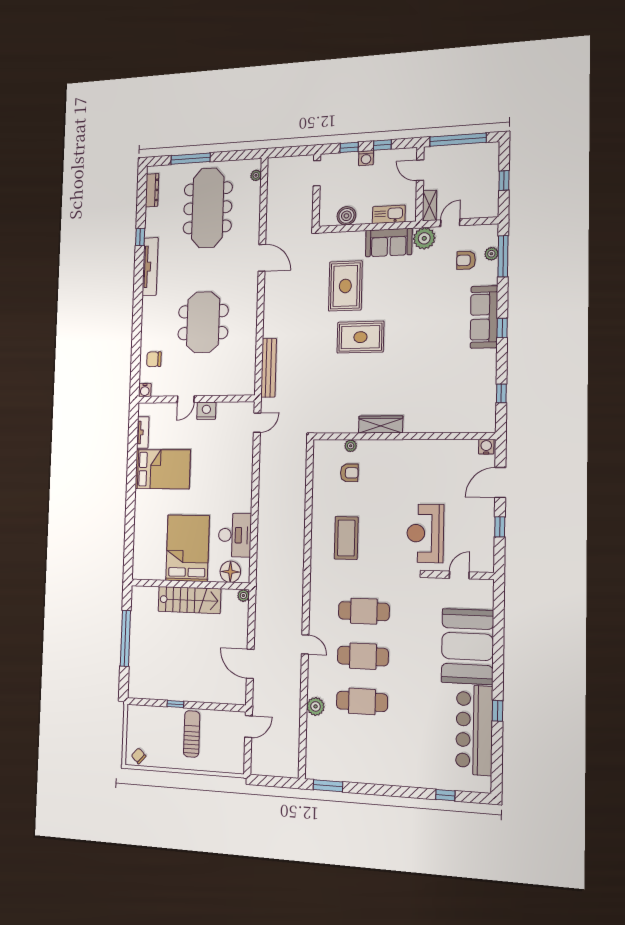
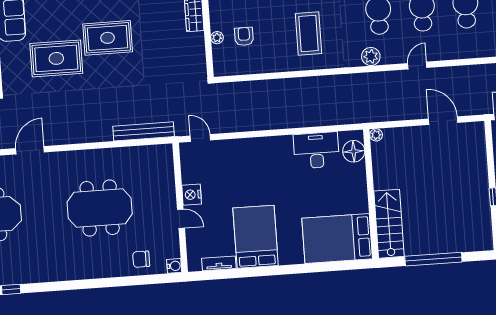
tv unit: (150, 267) -> (43, 274), removed
rug: (360, 337) -> (108, 38), turned 90
chair: (154, 359) -> (141, 259), turned 90
coffee table: (346, 538) -> (309, 33), turned 90
bed: (187, 548) -> (337, 238), moved
stairs: (189, 600) -> (389, 224), moved
door: (250, 664) -> (443, 121), swing flipped
plant: (316, 706) -> (371, 56), moved

